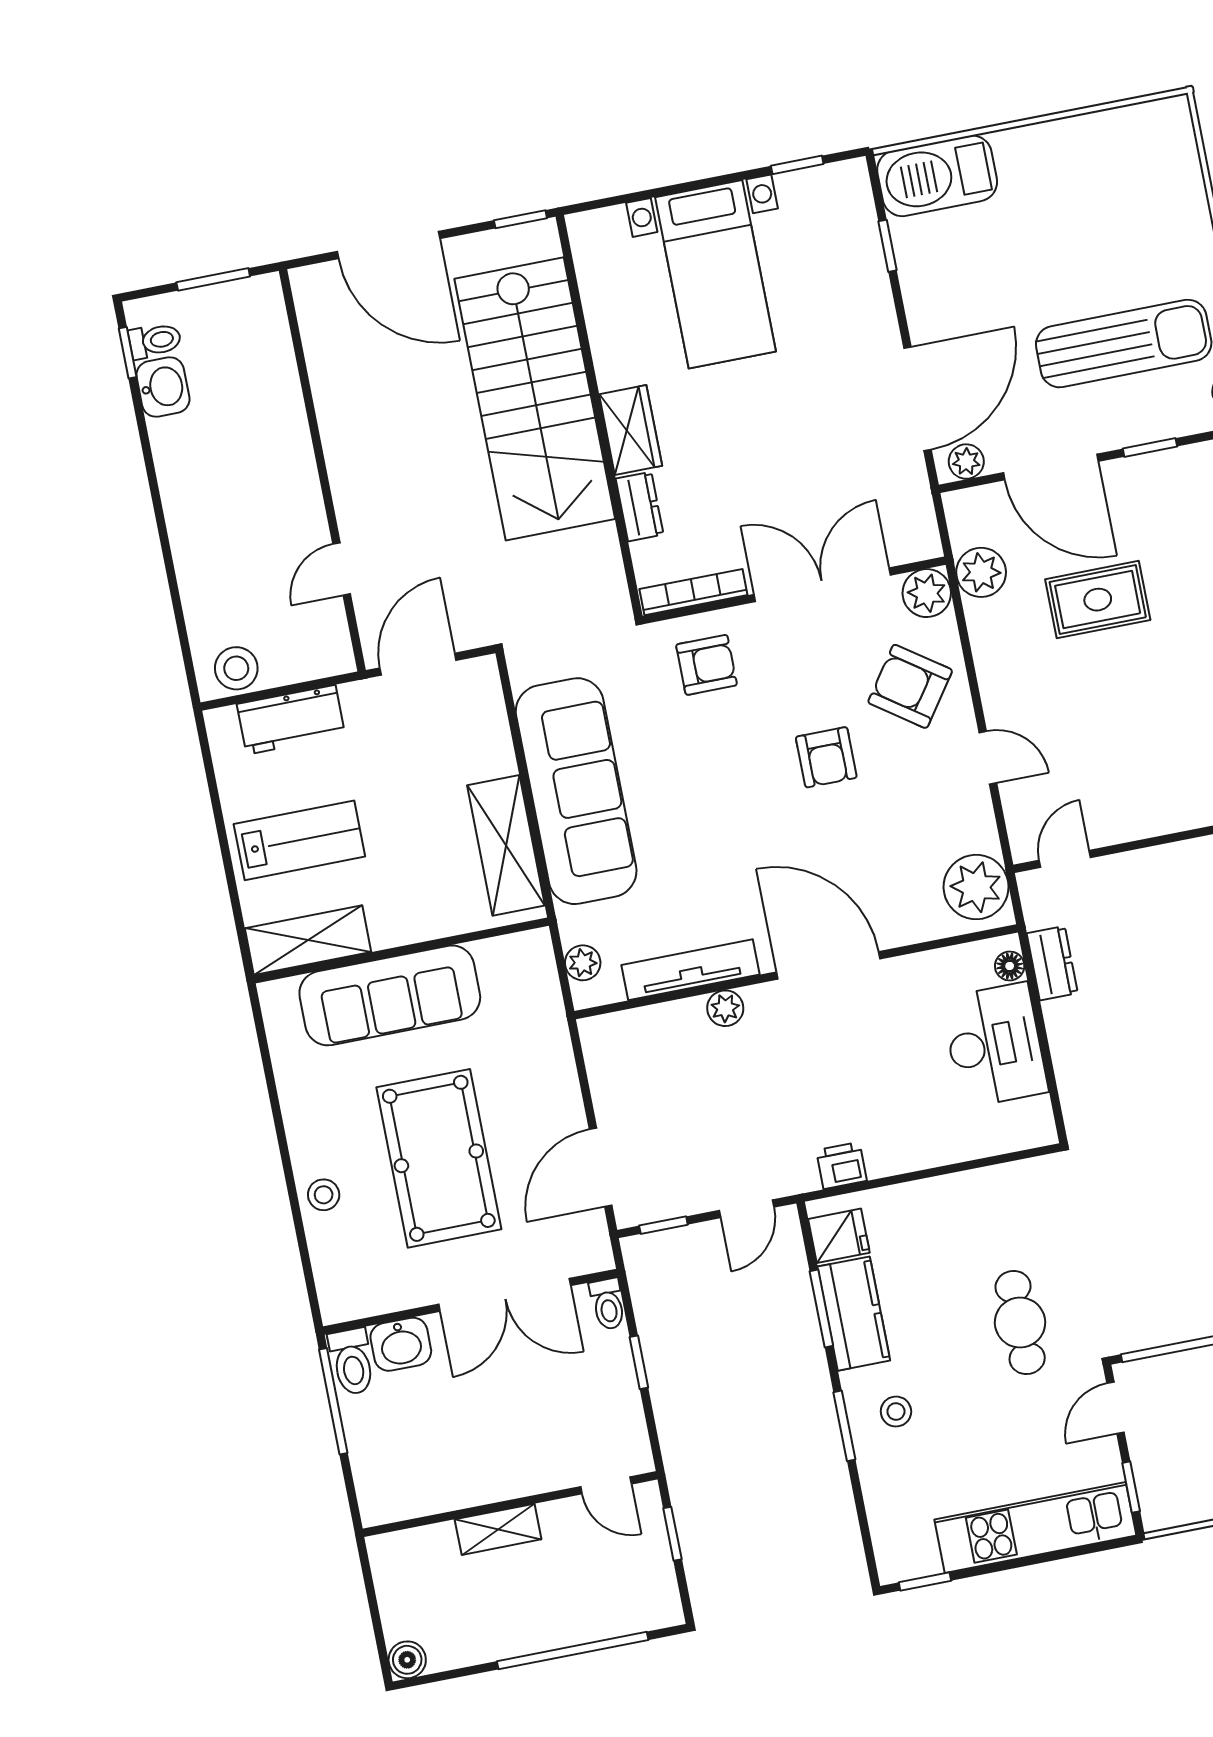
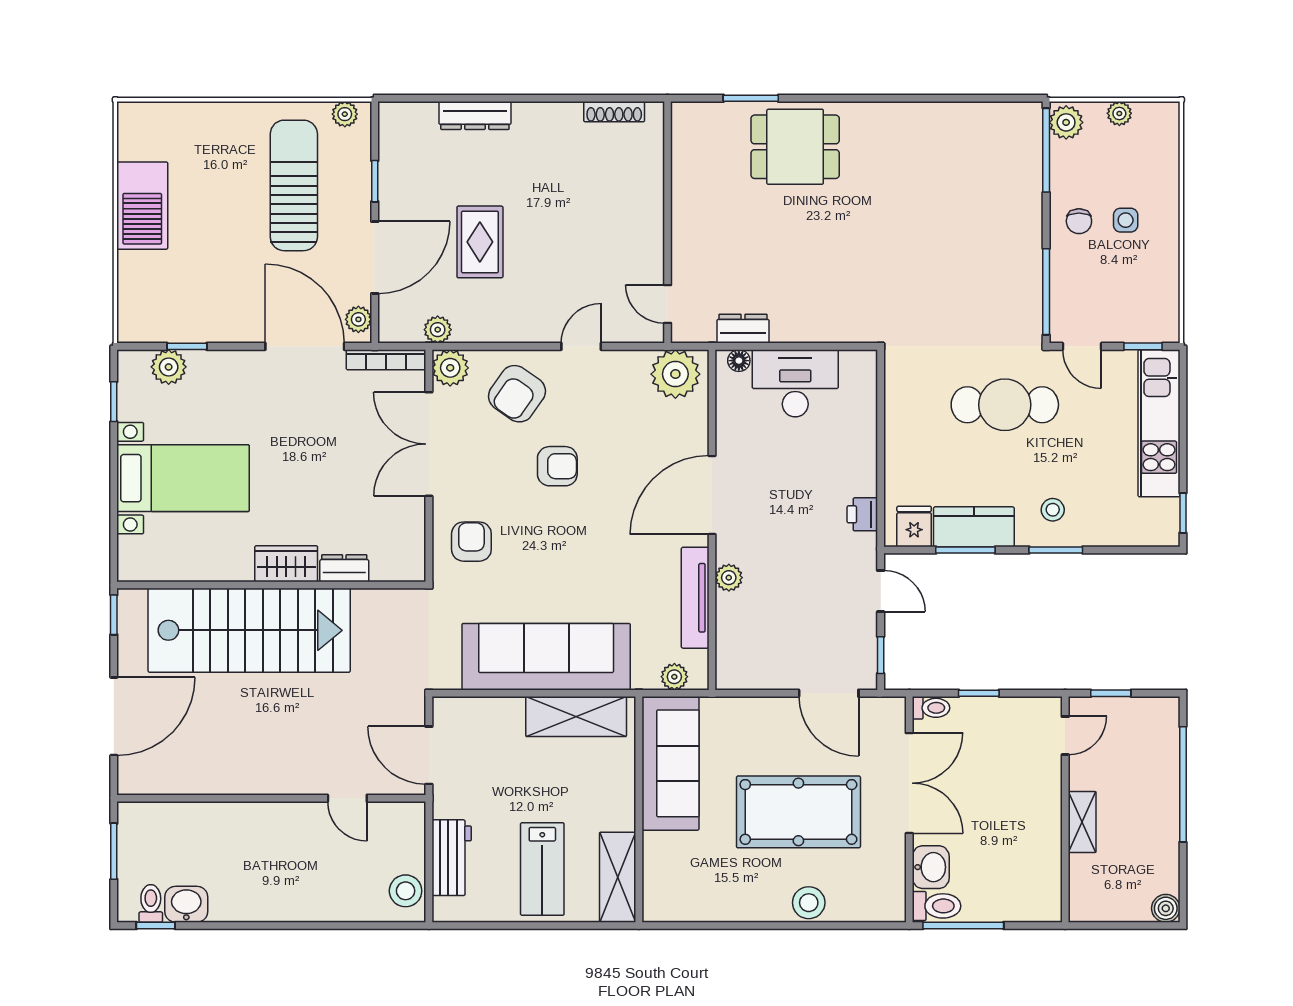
barbecue: (937, 176) -> (142, 206), moved
plant: (856, 227) -> (169, 367), added
plant: (981, 572) -> (438, 330), width x0.73, depth x0.73
bookcase: (693, 592) -> (386, 360), moved, turned -90
lab bench: (299, 840) -> (542, 869), turned 180
sofa: (390, 995) -> (670, 763), moved
stool: (324, 1195) -> (809, 903), width x1.37, depth x1.37
cafe table: (1020, 1323) -> (1005, 405), width x1.37, depth x1.35

